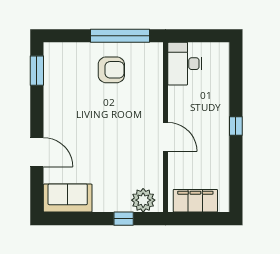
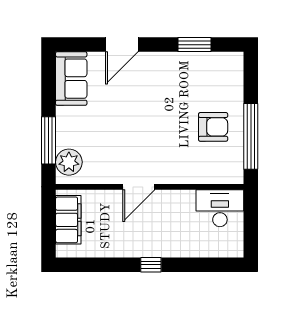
armchair: (111, 70) -> (213, 127), turned -90
window: (37, 71) -> (194, 45), moved
window: (124, 219) -> (49, 140), width x2.17

